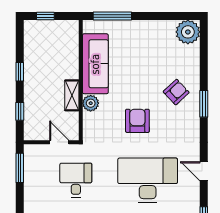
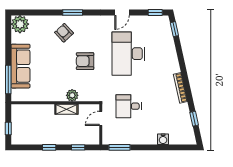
sofa: (95, 64) -> (20, 66), moved, turned 90

